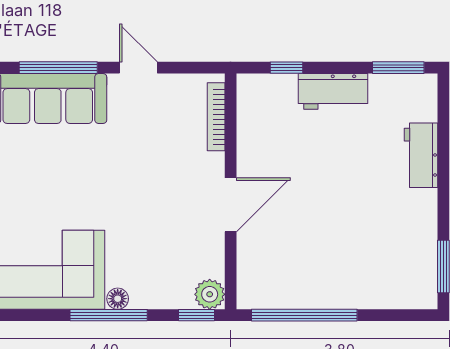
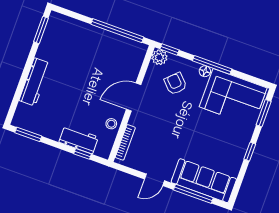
door: (138, 68) -> (154, 180), hinge flipped
workbench: (333, 91) -> (79, 140), moved
stool: (254, 142) -> (111, 124), added
workbench: (421, 155) -> (35, 82), width x1.38
armchair: (163, 257) -> (175, 84), added

